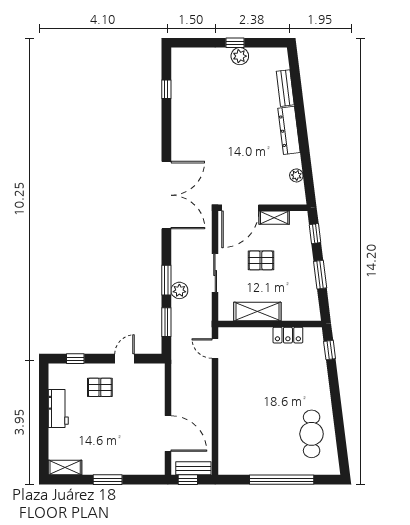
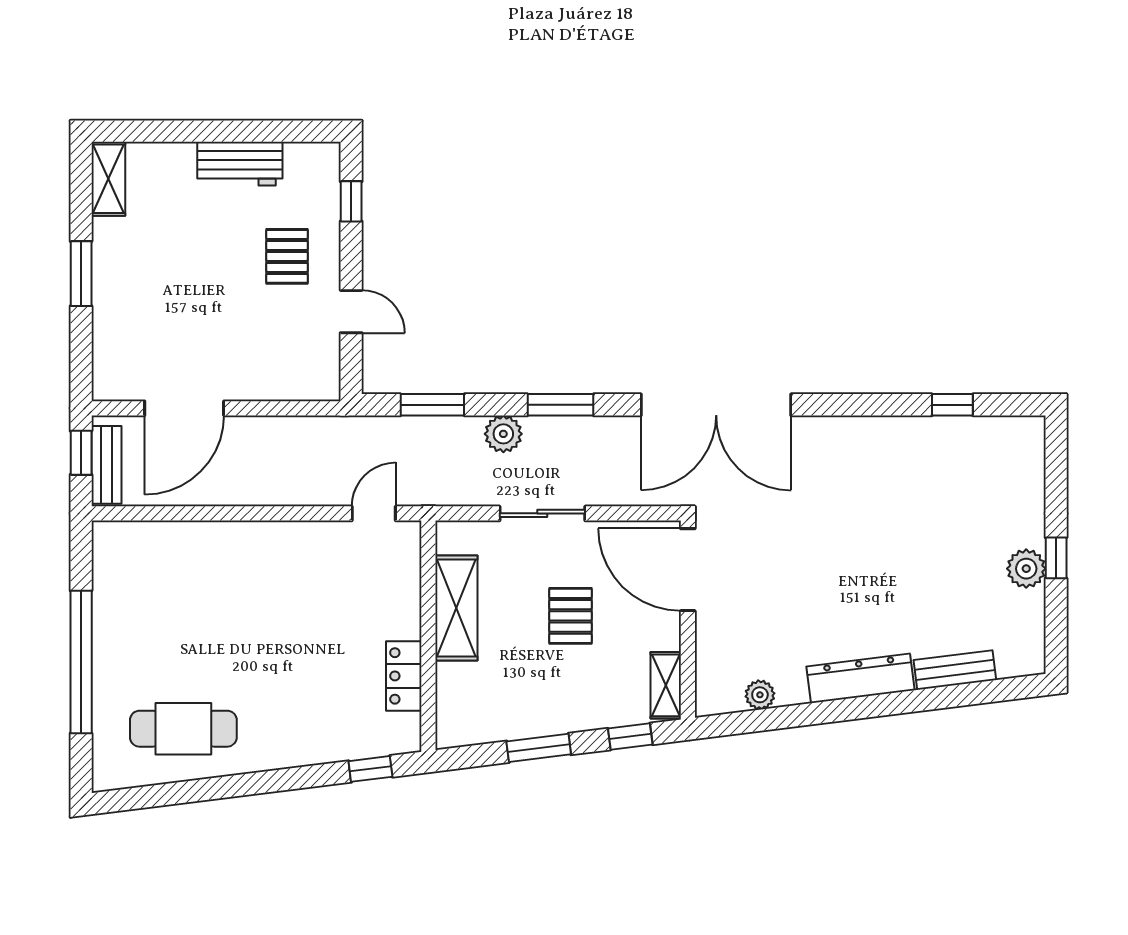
shelving: (274, 218) -> (666, 685), moved
window: (166, 280) -> (560, 405), moved

